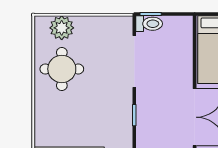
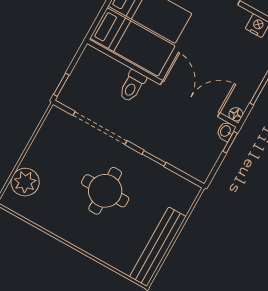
toilet: (149, 24) -> (132, 86), moved, turned 180
round table: (62, 69) -> (105, 191), moved

